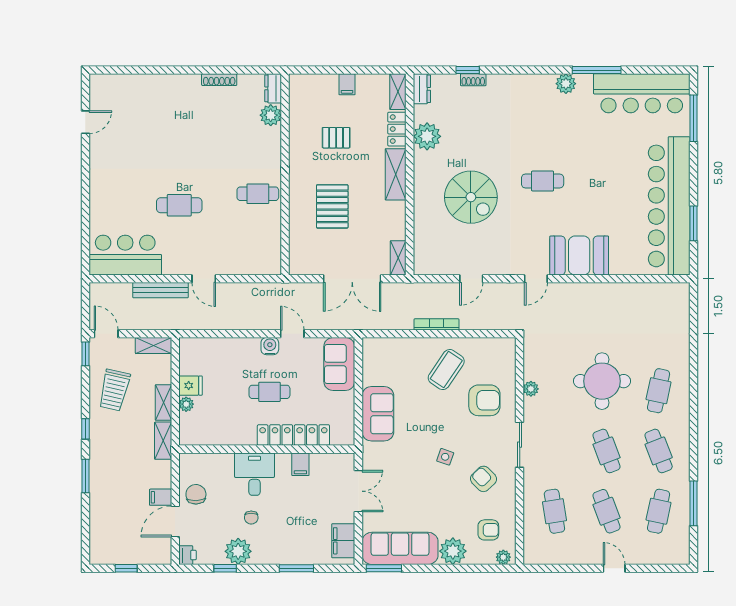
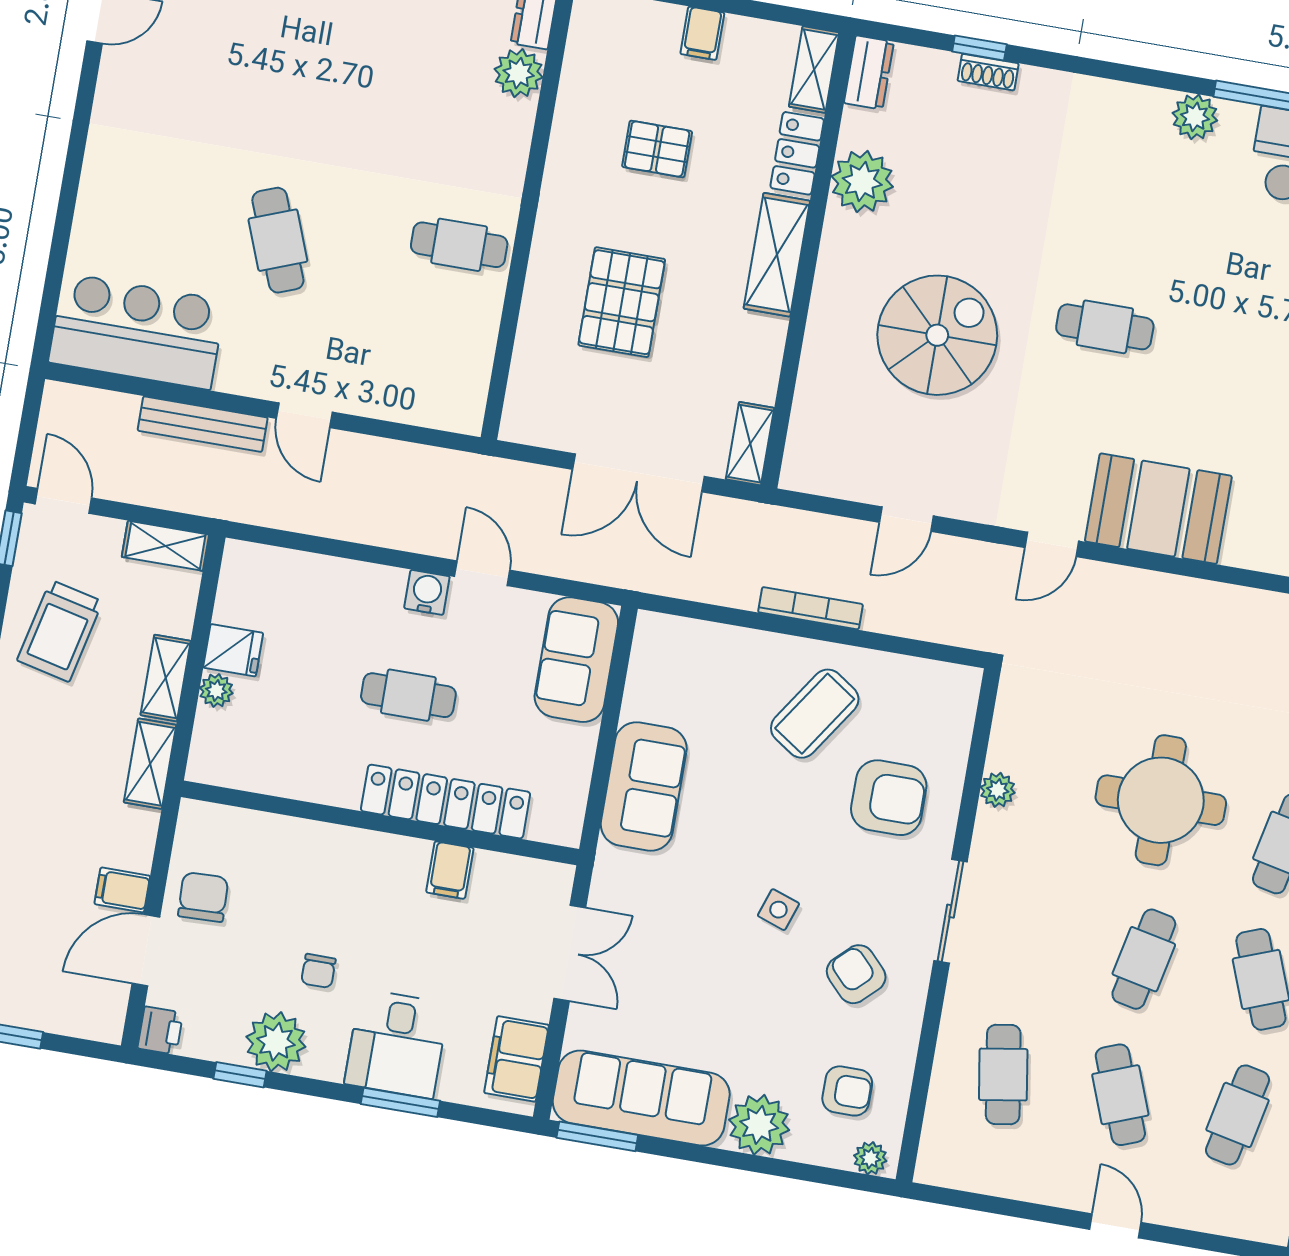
spiral stairs: (471, 197) -> (937, 335), turned -90
cafe table: (179, 205) -> (278, 240), turned 69
cafe table: (607, 451) -> (1144, 959), turned 33
desk: (254, 474) -> (397, 1044), moved, turned 180

